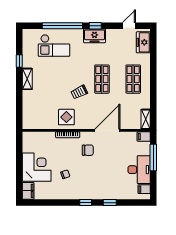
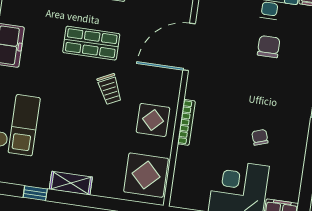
display table: (37, 118) -> (146, 175), added
door: (107, 130) -> (189, 47), hinge flipped
chair: (88, 150) -> (269, 47), moved

